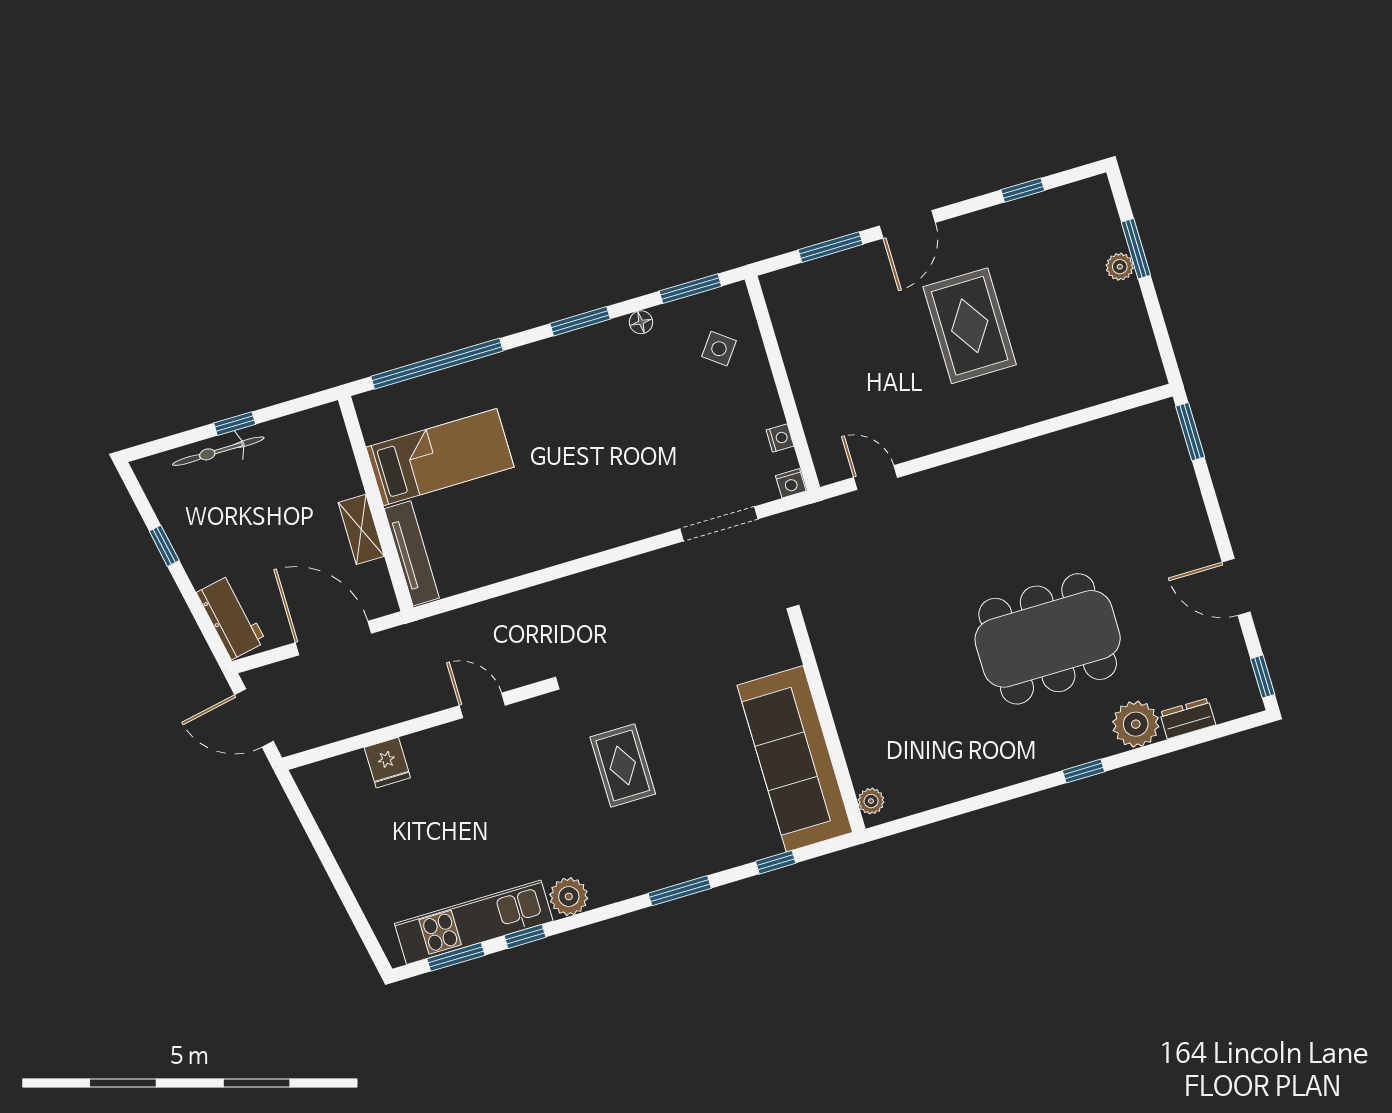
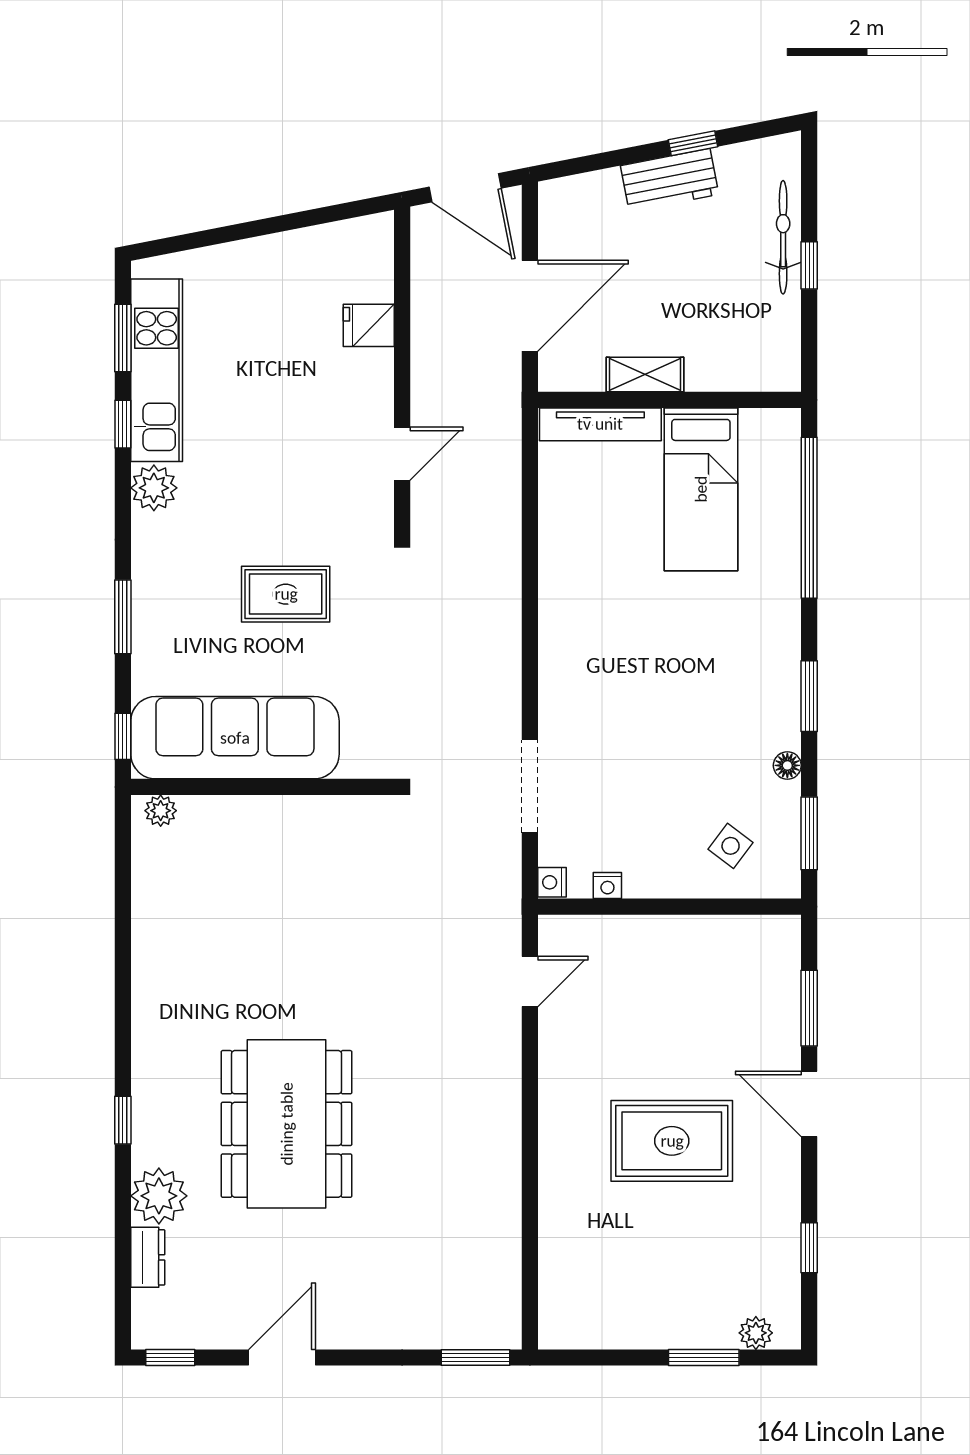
plant: (1120, 267) -> (756, 1333), moved
workbench: (231, 617) -> (670, 180), moved
door: (254, 718) -> (465, 188), swing flipped
wall: (828, 725) -> (262, 787), moved
sofa: (795, 759) -> (235, 738), moved
plant: (871, 801) -> (161, 811), moved

